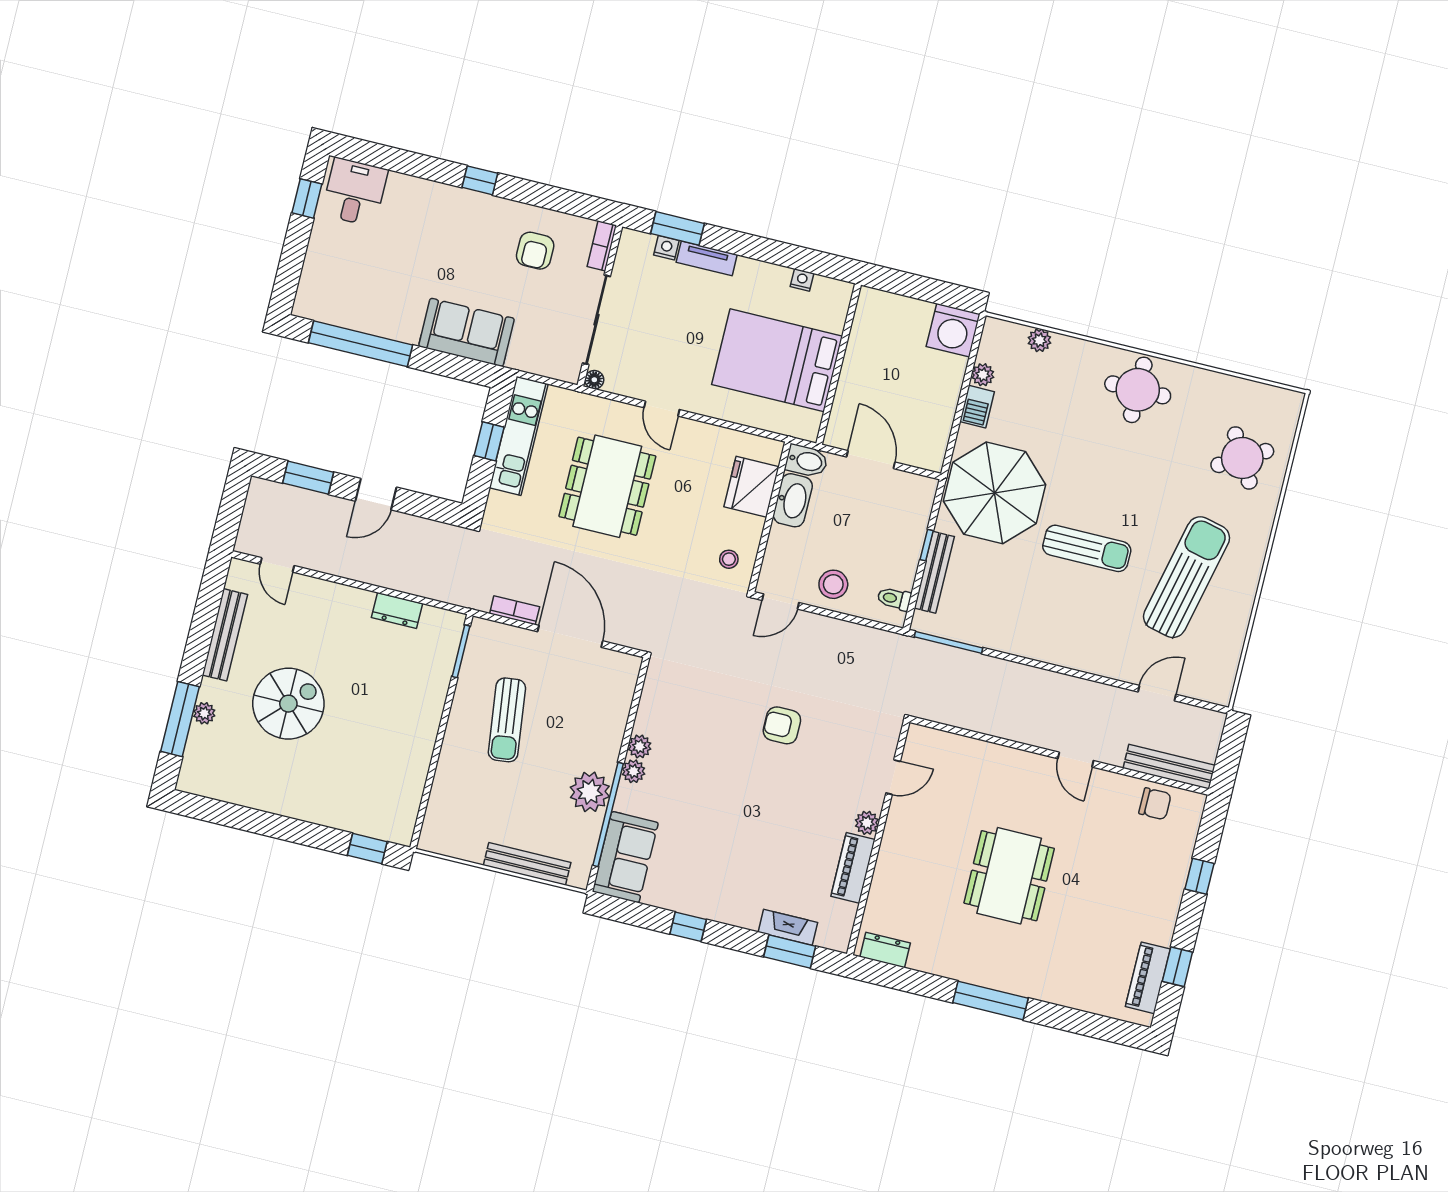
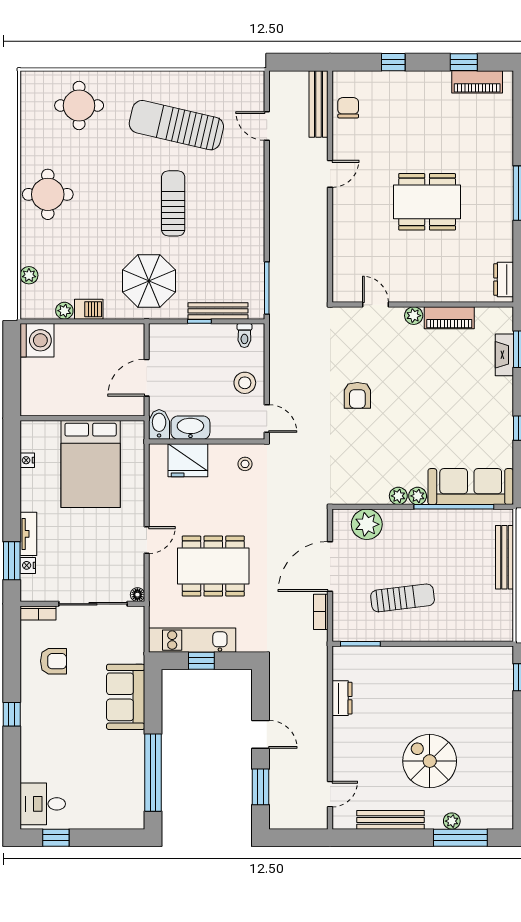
round table: (1242, 458) -> (79, 106), turned 30
parasol: (995, 493) -> (149, 281), width x0.73, depth x0.73
plant: (590, 792) -> (367, 524), moved
sofa: (625, 857) -> (471, 487), width x1.36

